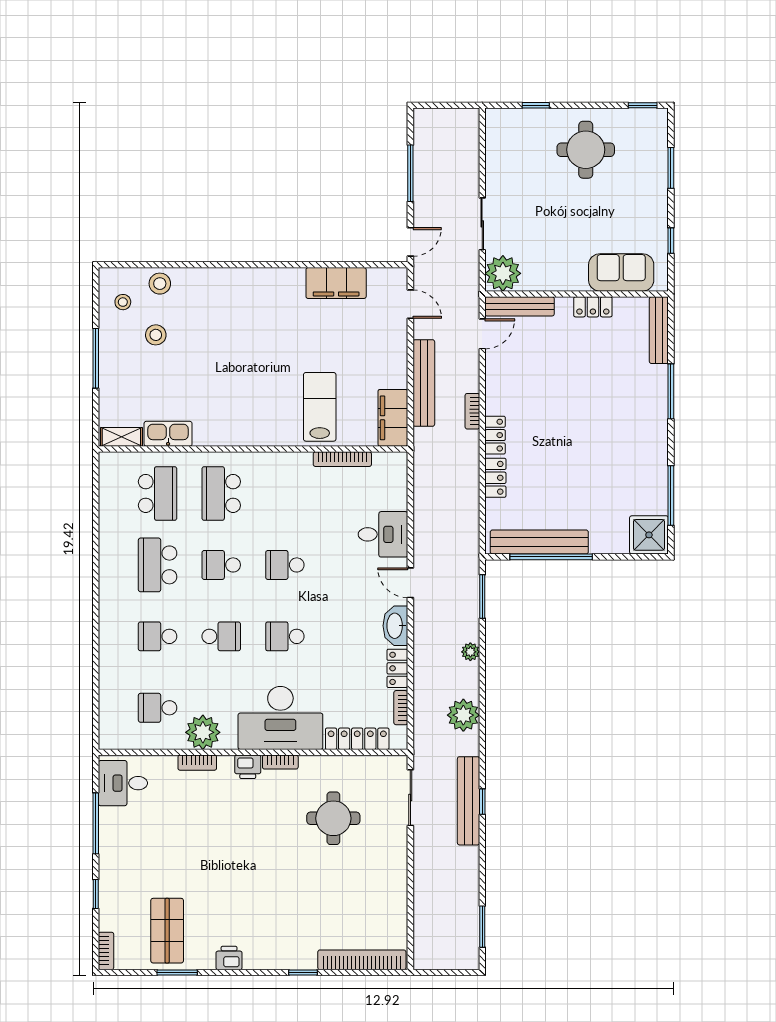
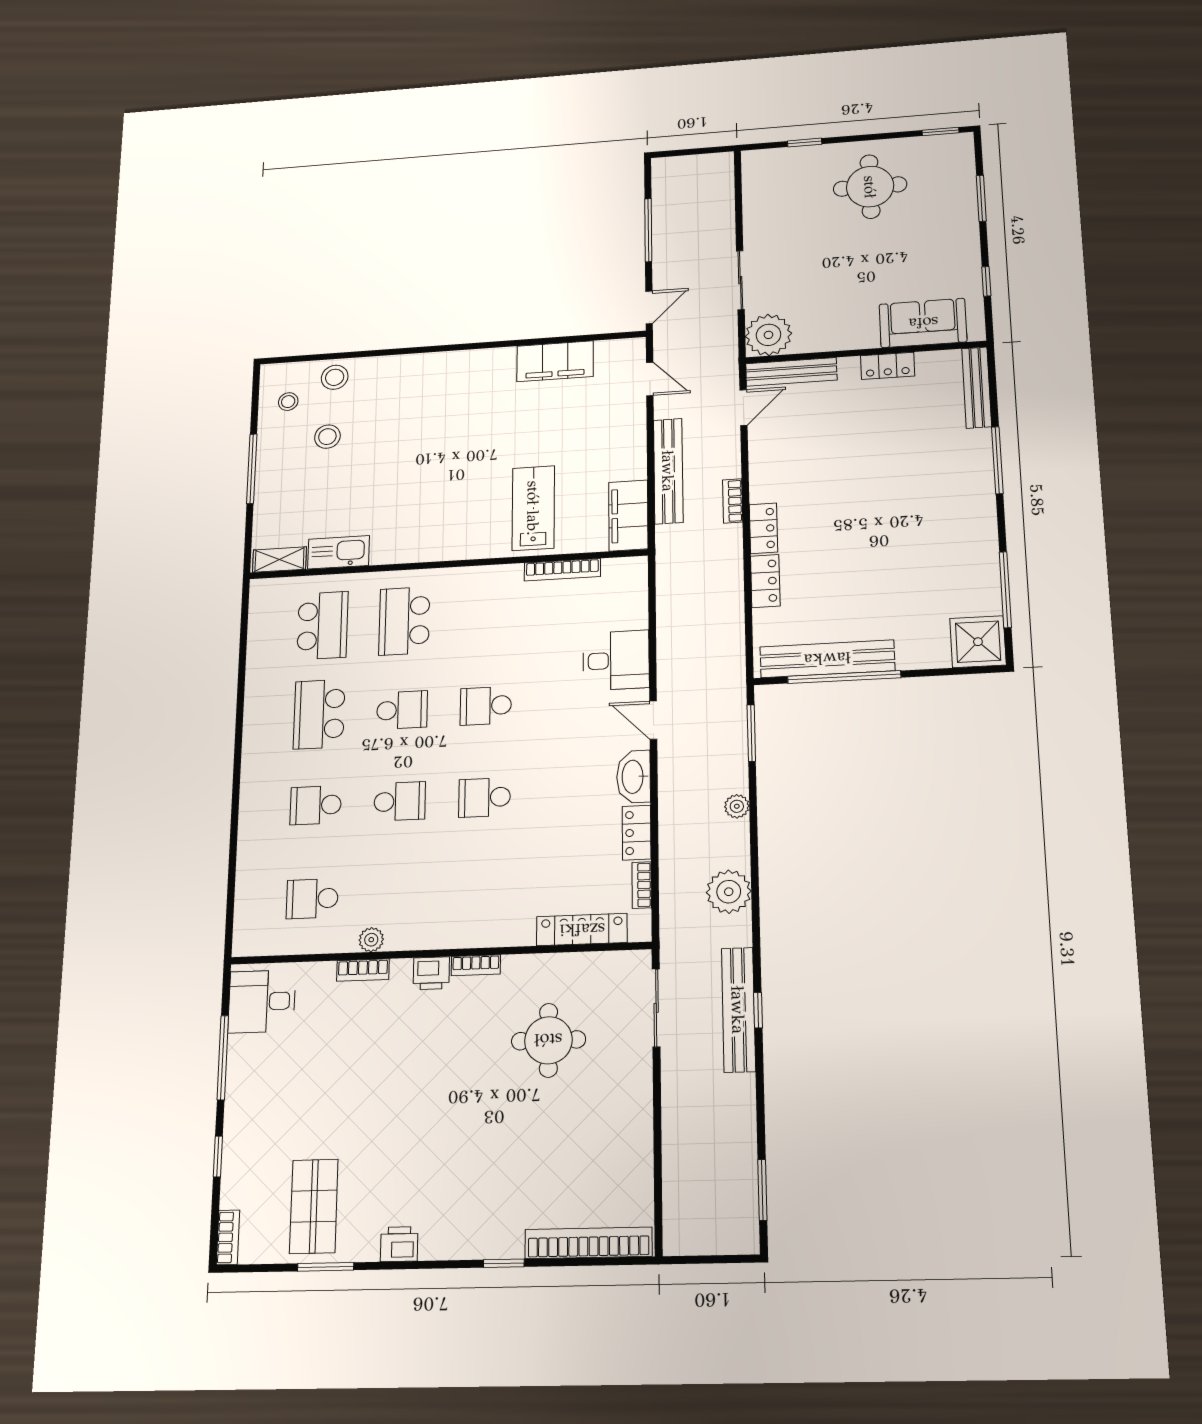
school desk: (221, 565) -> (402, 710), turned 180
desk: (280, 718) -> (477, 906), removed
plant: (203, 732) -> (371, 940), width x0.53, depth x0.53

